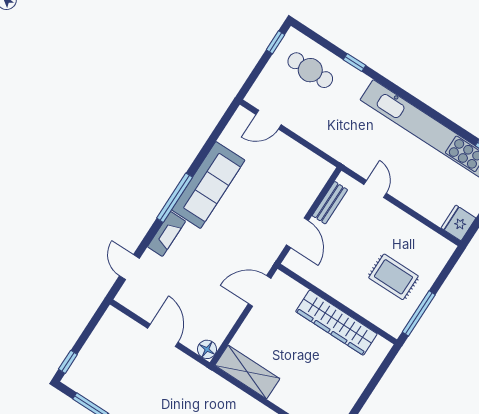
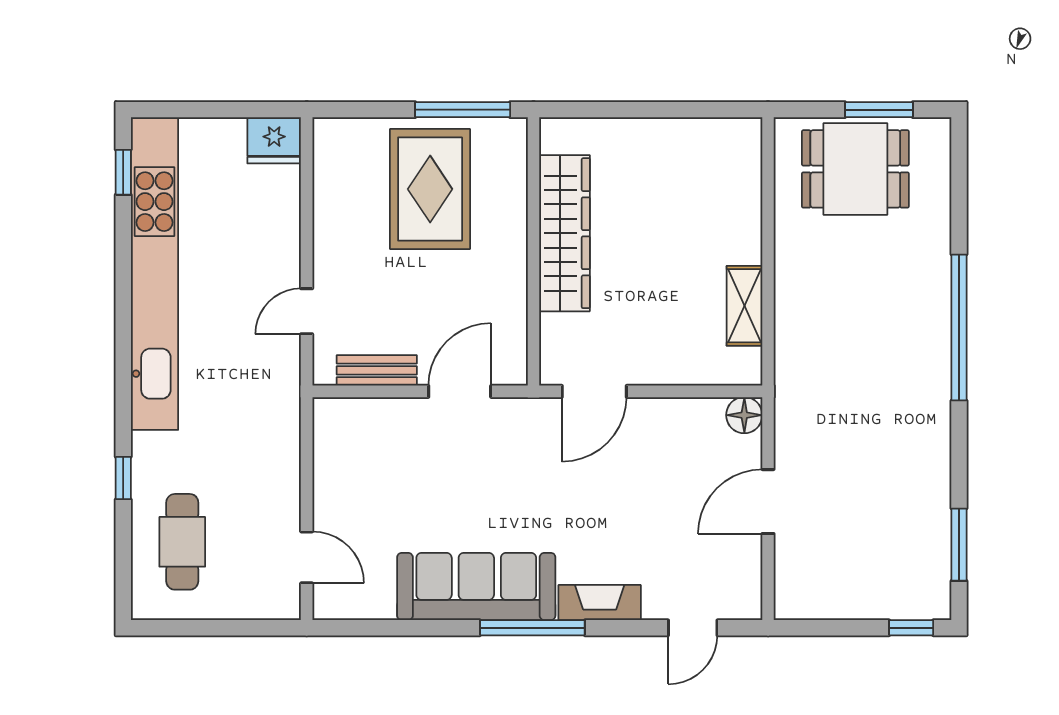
window: (276, 42) -> (174, 628), removed
rug: (393, 277) -> (430, 189), width x1.36, depth x1.43
door: (260, 291) -> (594, 391), hinge flipped
shelving: (247, 372) -> (744, 306), width x0.67, depth x0.75

